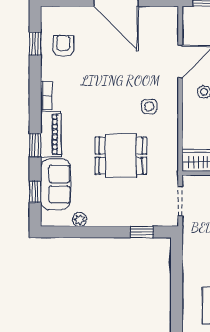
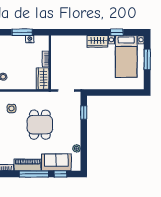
window: (35, 145) -> (34, 174), width x2.17

